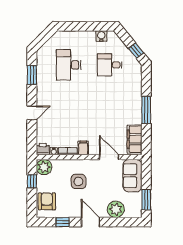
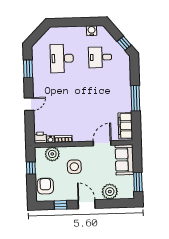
filing cabinet: (83, 148) -> (78, 135), removed
door: (109, 157) -> (102, 143), hinge flipped
plant: (44, 167) -> (52, 154), moved

